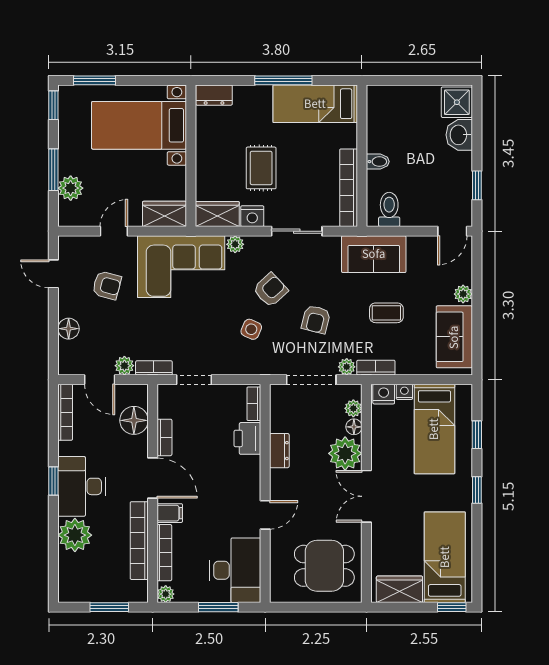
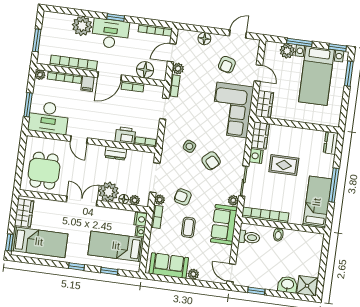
bed with nightstands: (139, 125) -> (316, 76), moved, turned 180
plant: (235, 244) -> (233, 200), moved
armchair: (316, 319) -> (183, 197), moved

